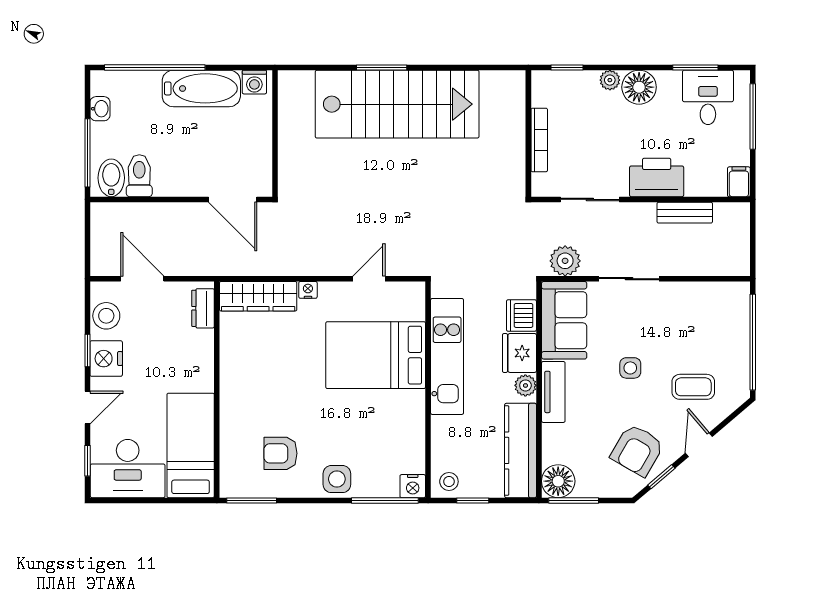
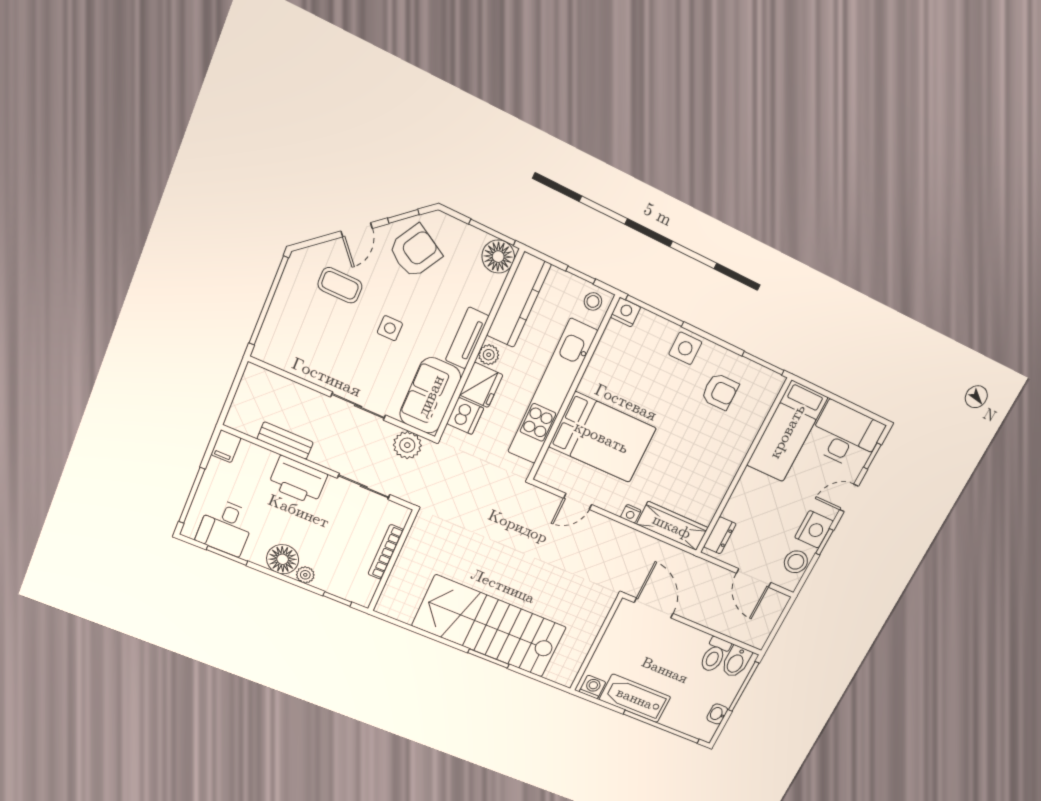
kitchen unit: (447, 356) -> (552, 392), width x1.36

